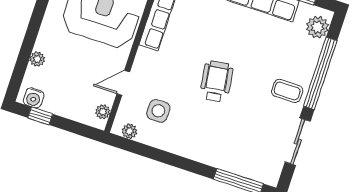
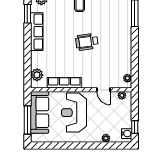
side table: (158, 111) -> (112, 67), removed

